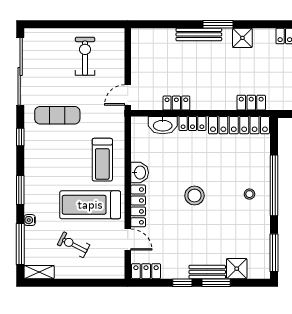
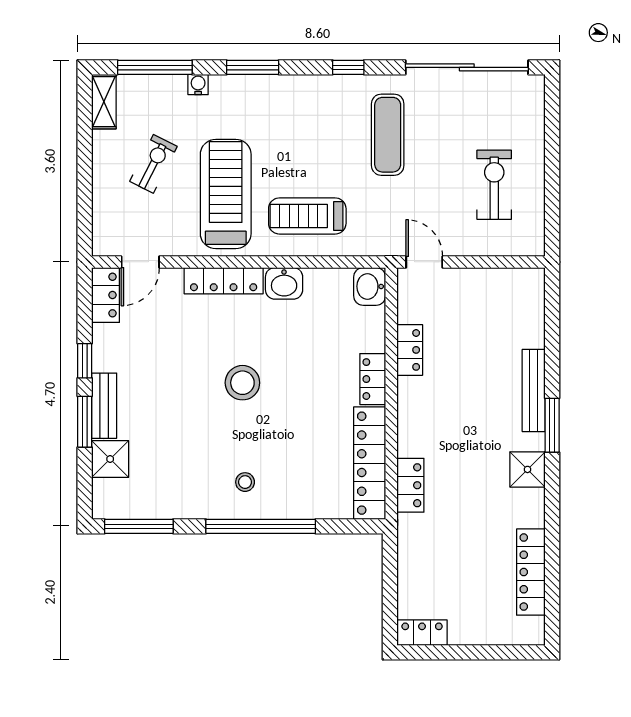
exercise bike: (85, 56) -> (494, 185), turned -90
washbasin: (163, 125) -> (370, 286), moved, width x0.72
door: (128, 240) -> (140, 262), moved

